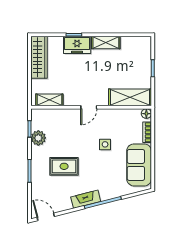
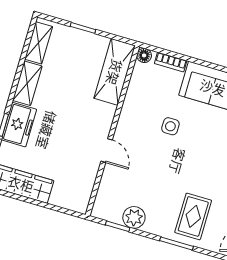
shelving: (49, 100) -> (39, 43), moved
door: (89, 107) -> (107, 151), moved
rug: (64, 166) -> (193, 216), moved

